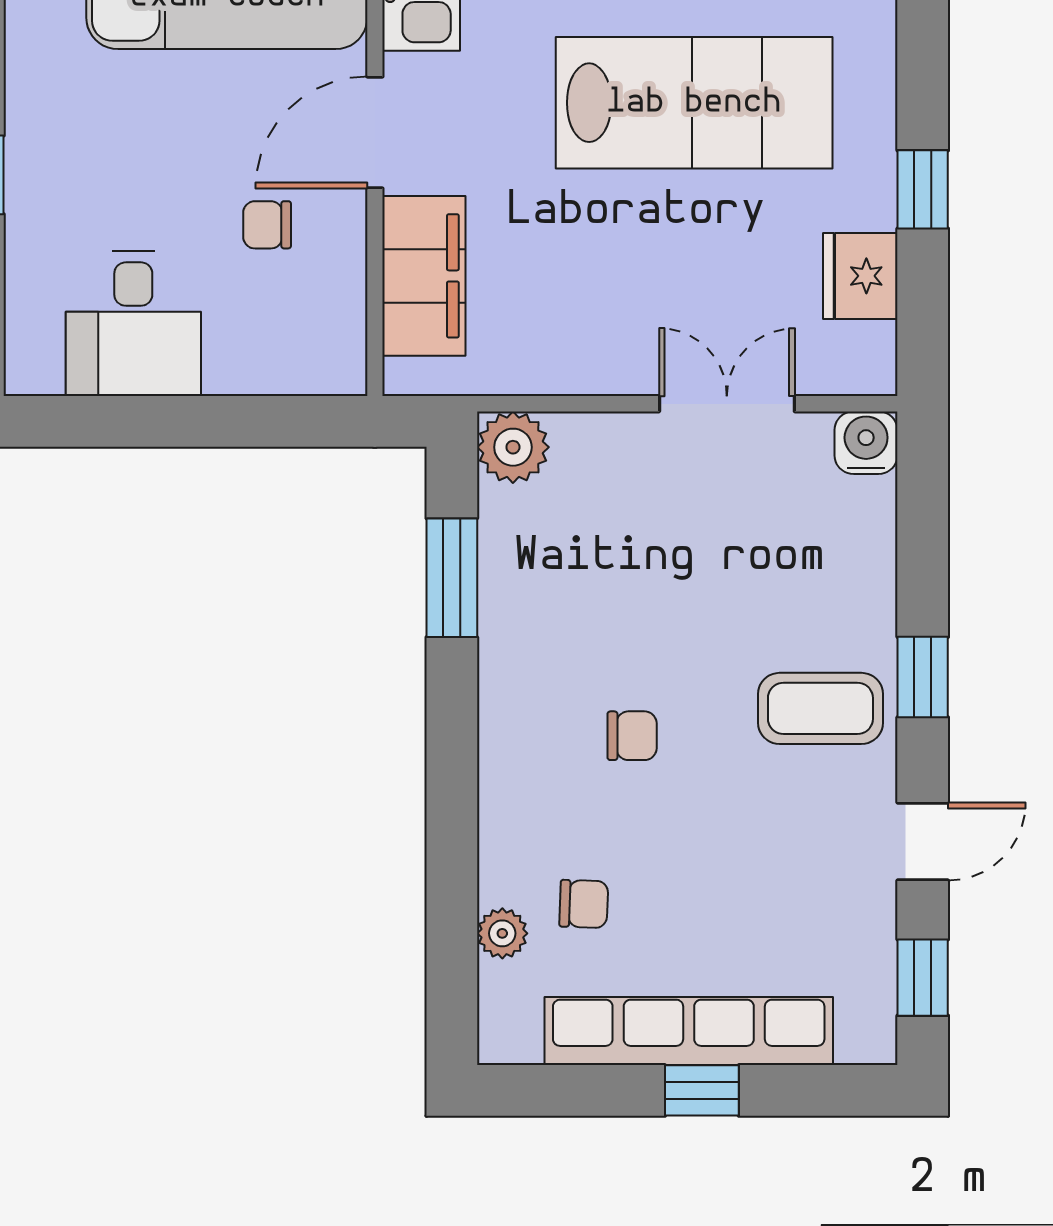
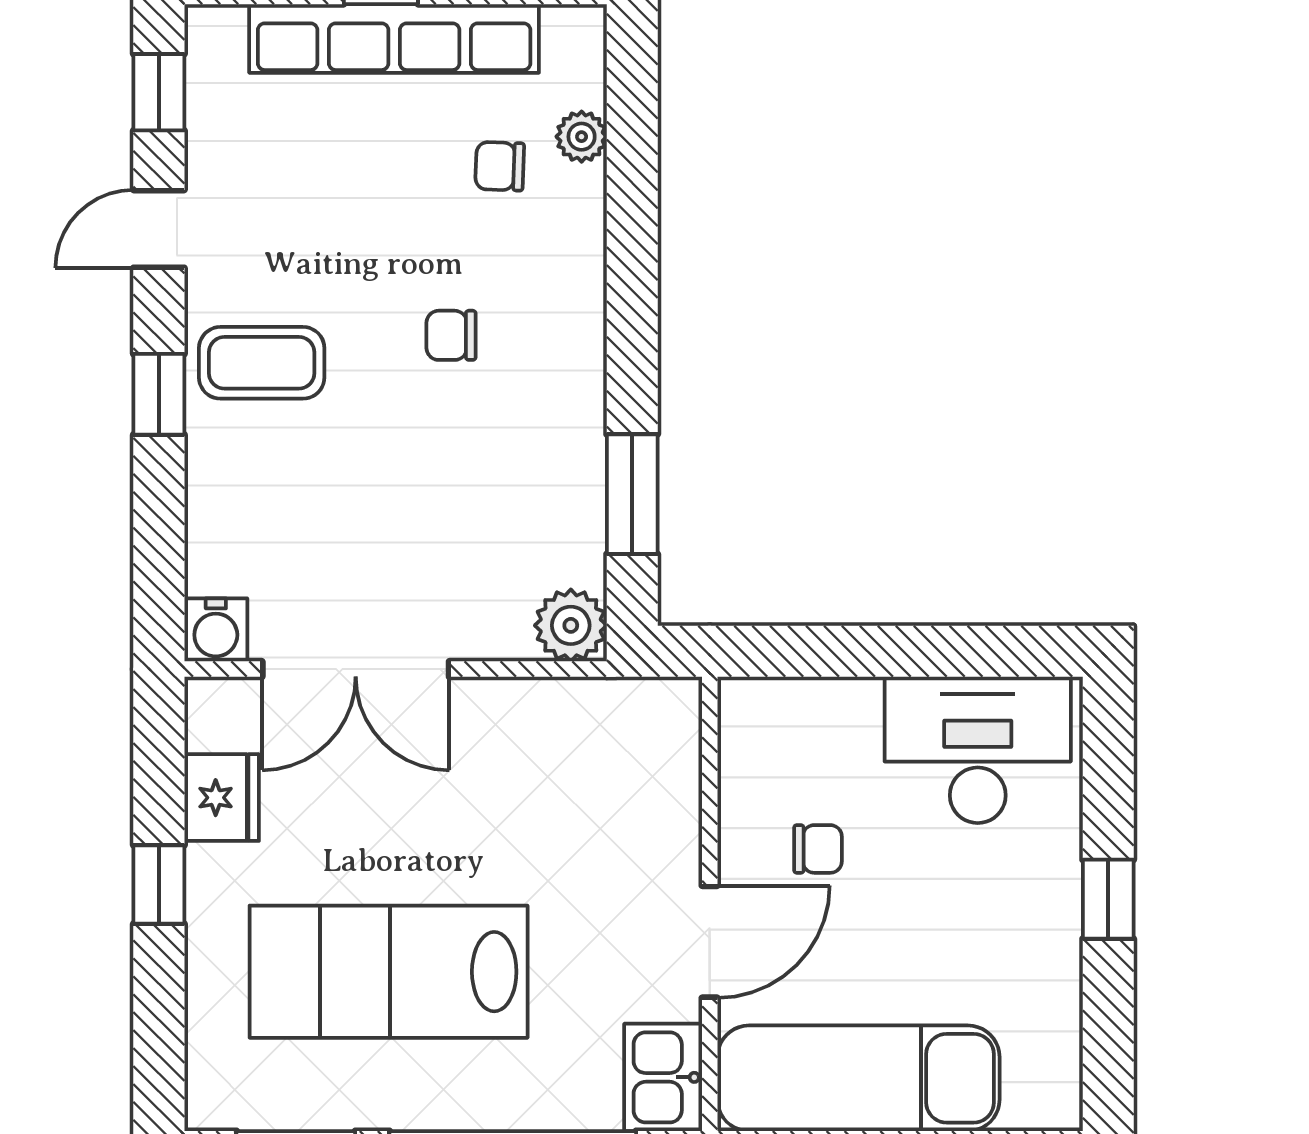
filing cabinet: (424, 276) -> (660, 798), removed
desk: (133, 323) -> (978, 750), width x1.37
double door: (727, 404) -> (356, 669), width x1.37

